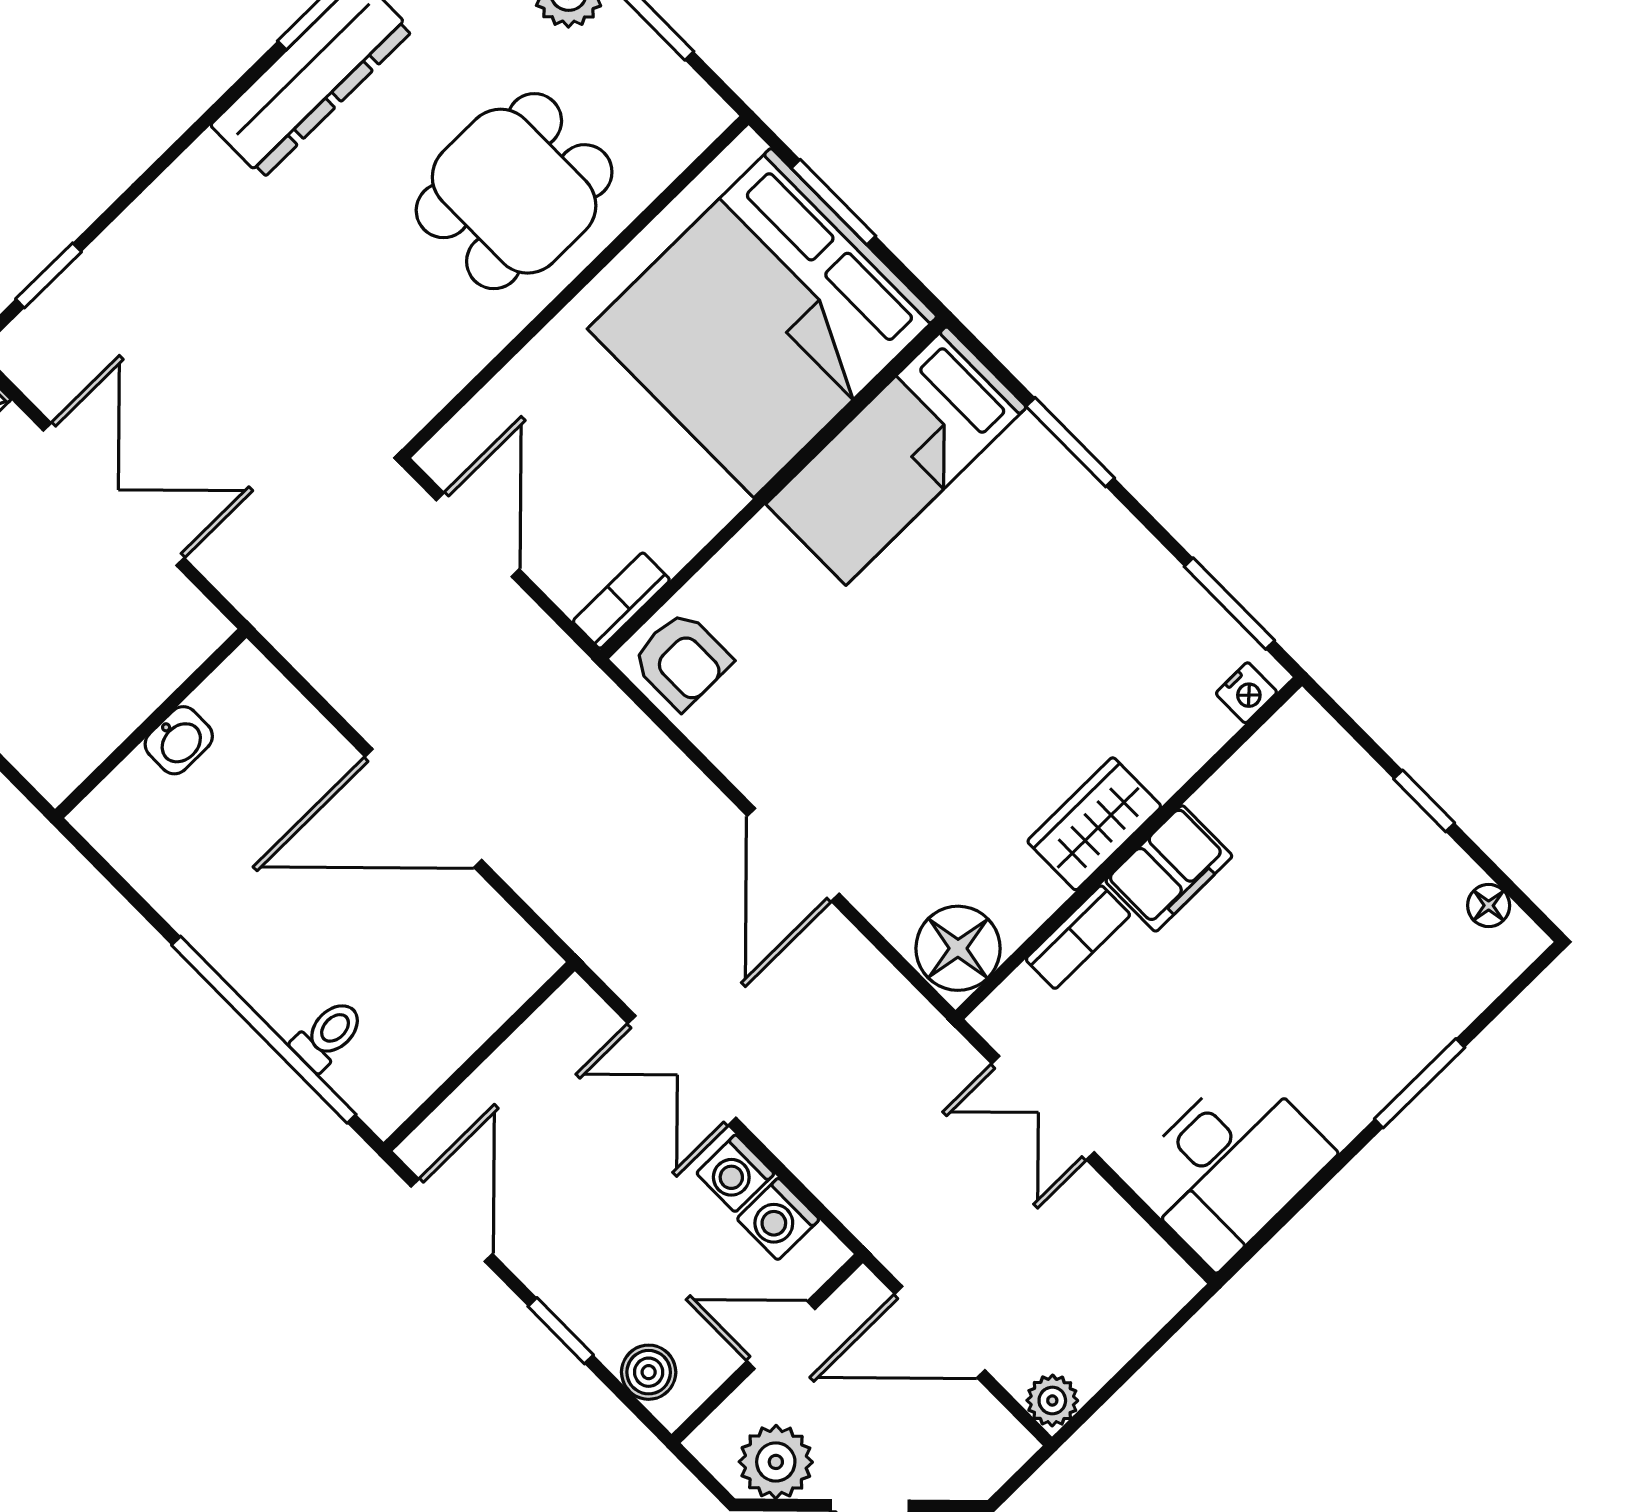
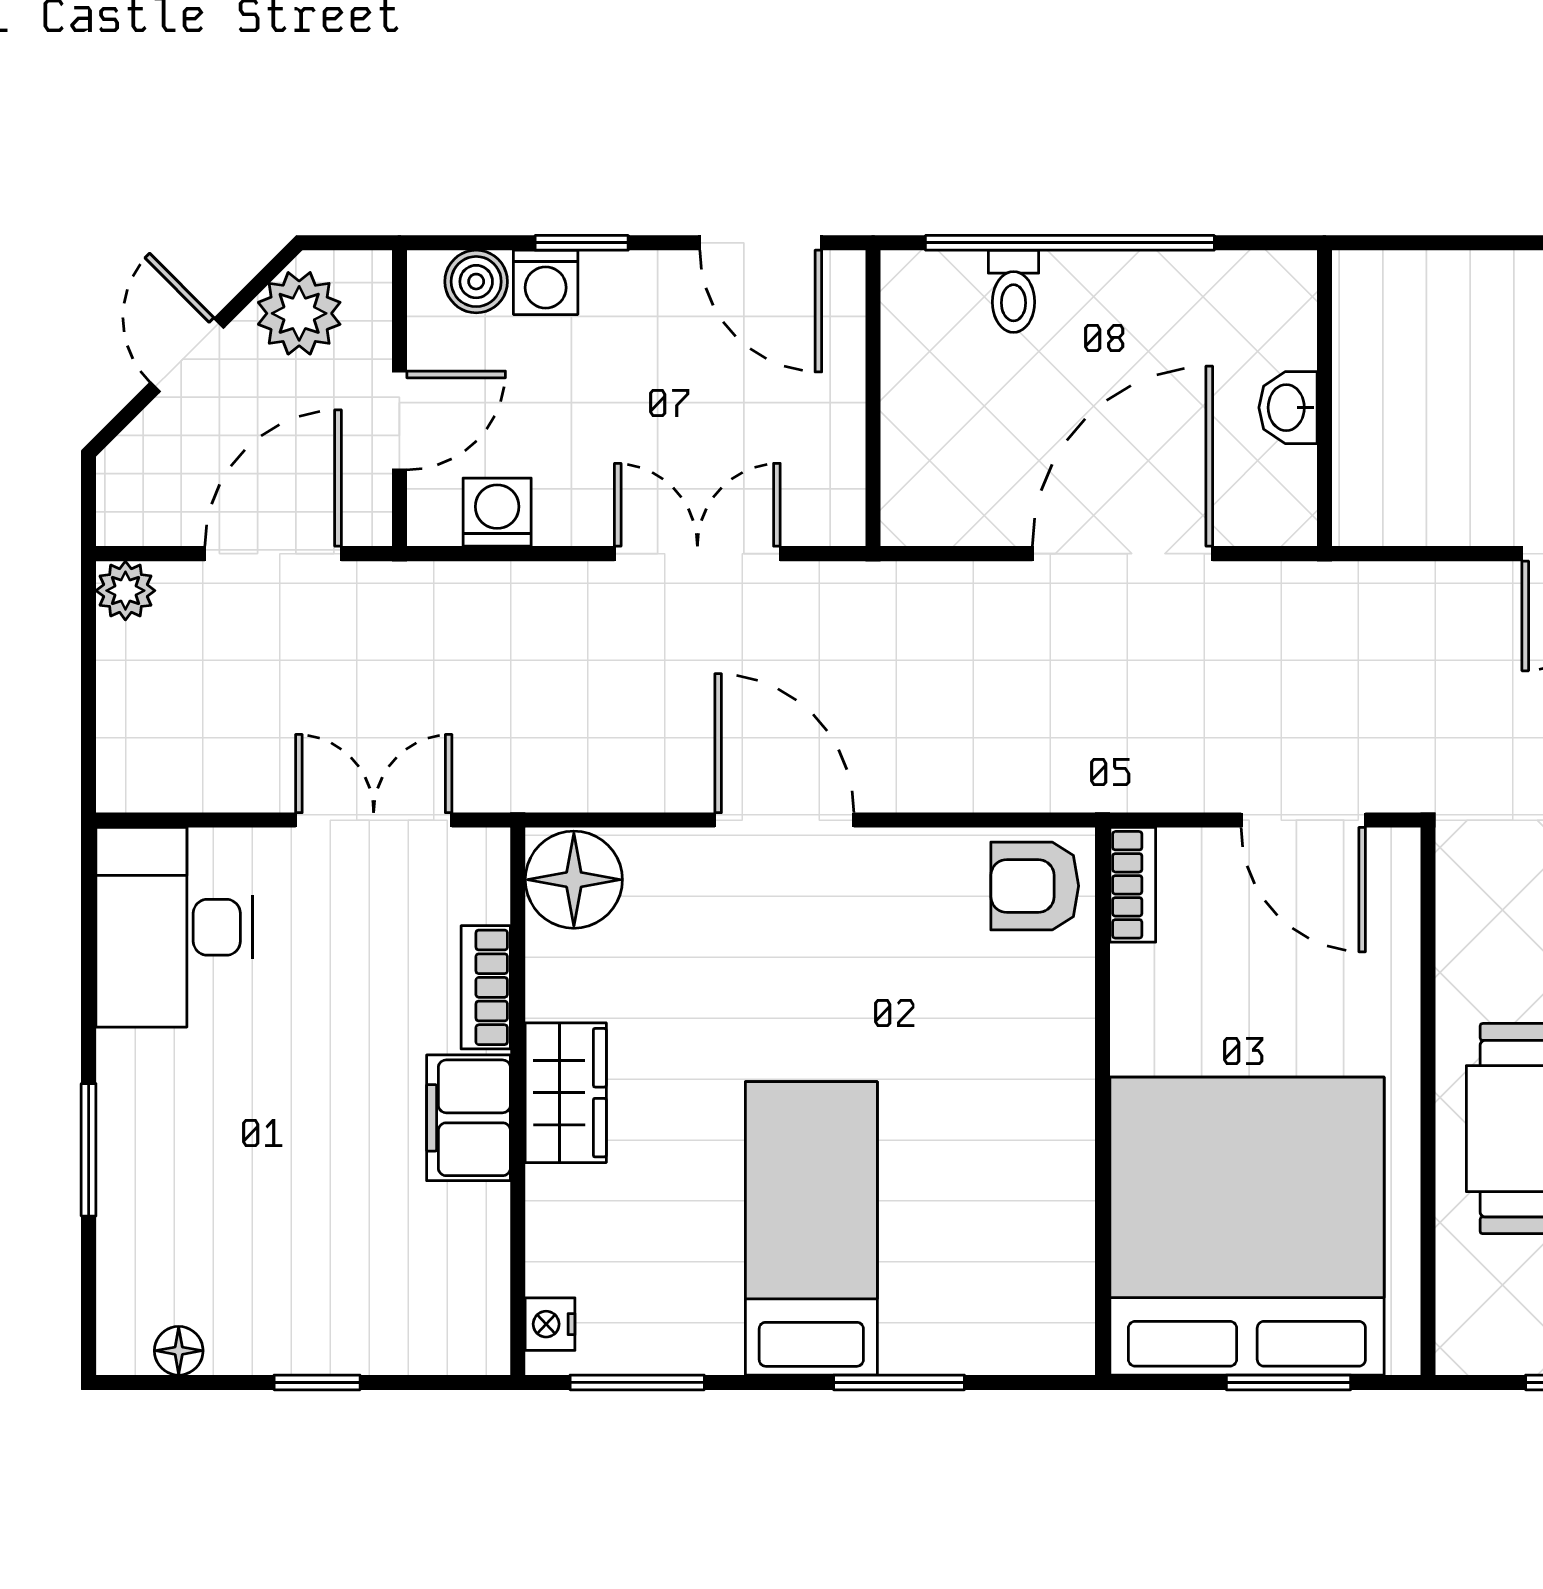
bed: (896, 456) -> (811, 1228), moved
wall: (151, 723) -> (1324, 398), moved
washbasin: (179, 740) -> (1288, 408), moved
washing machine: (735, 1173) -> (546, 282), moved, turned 180

